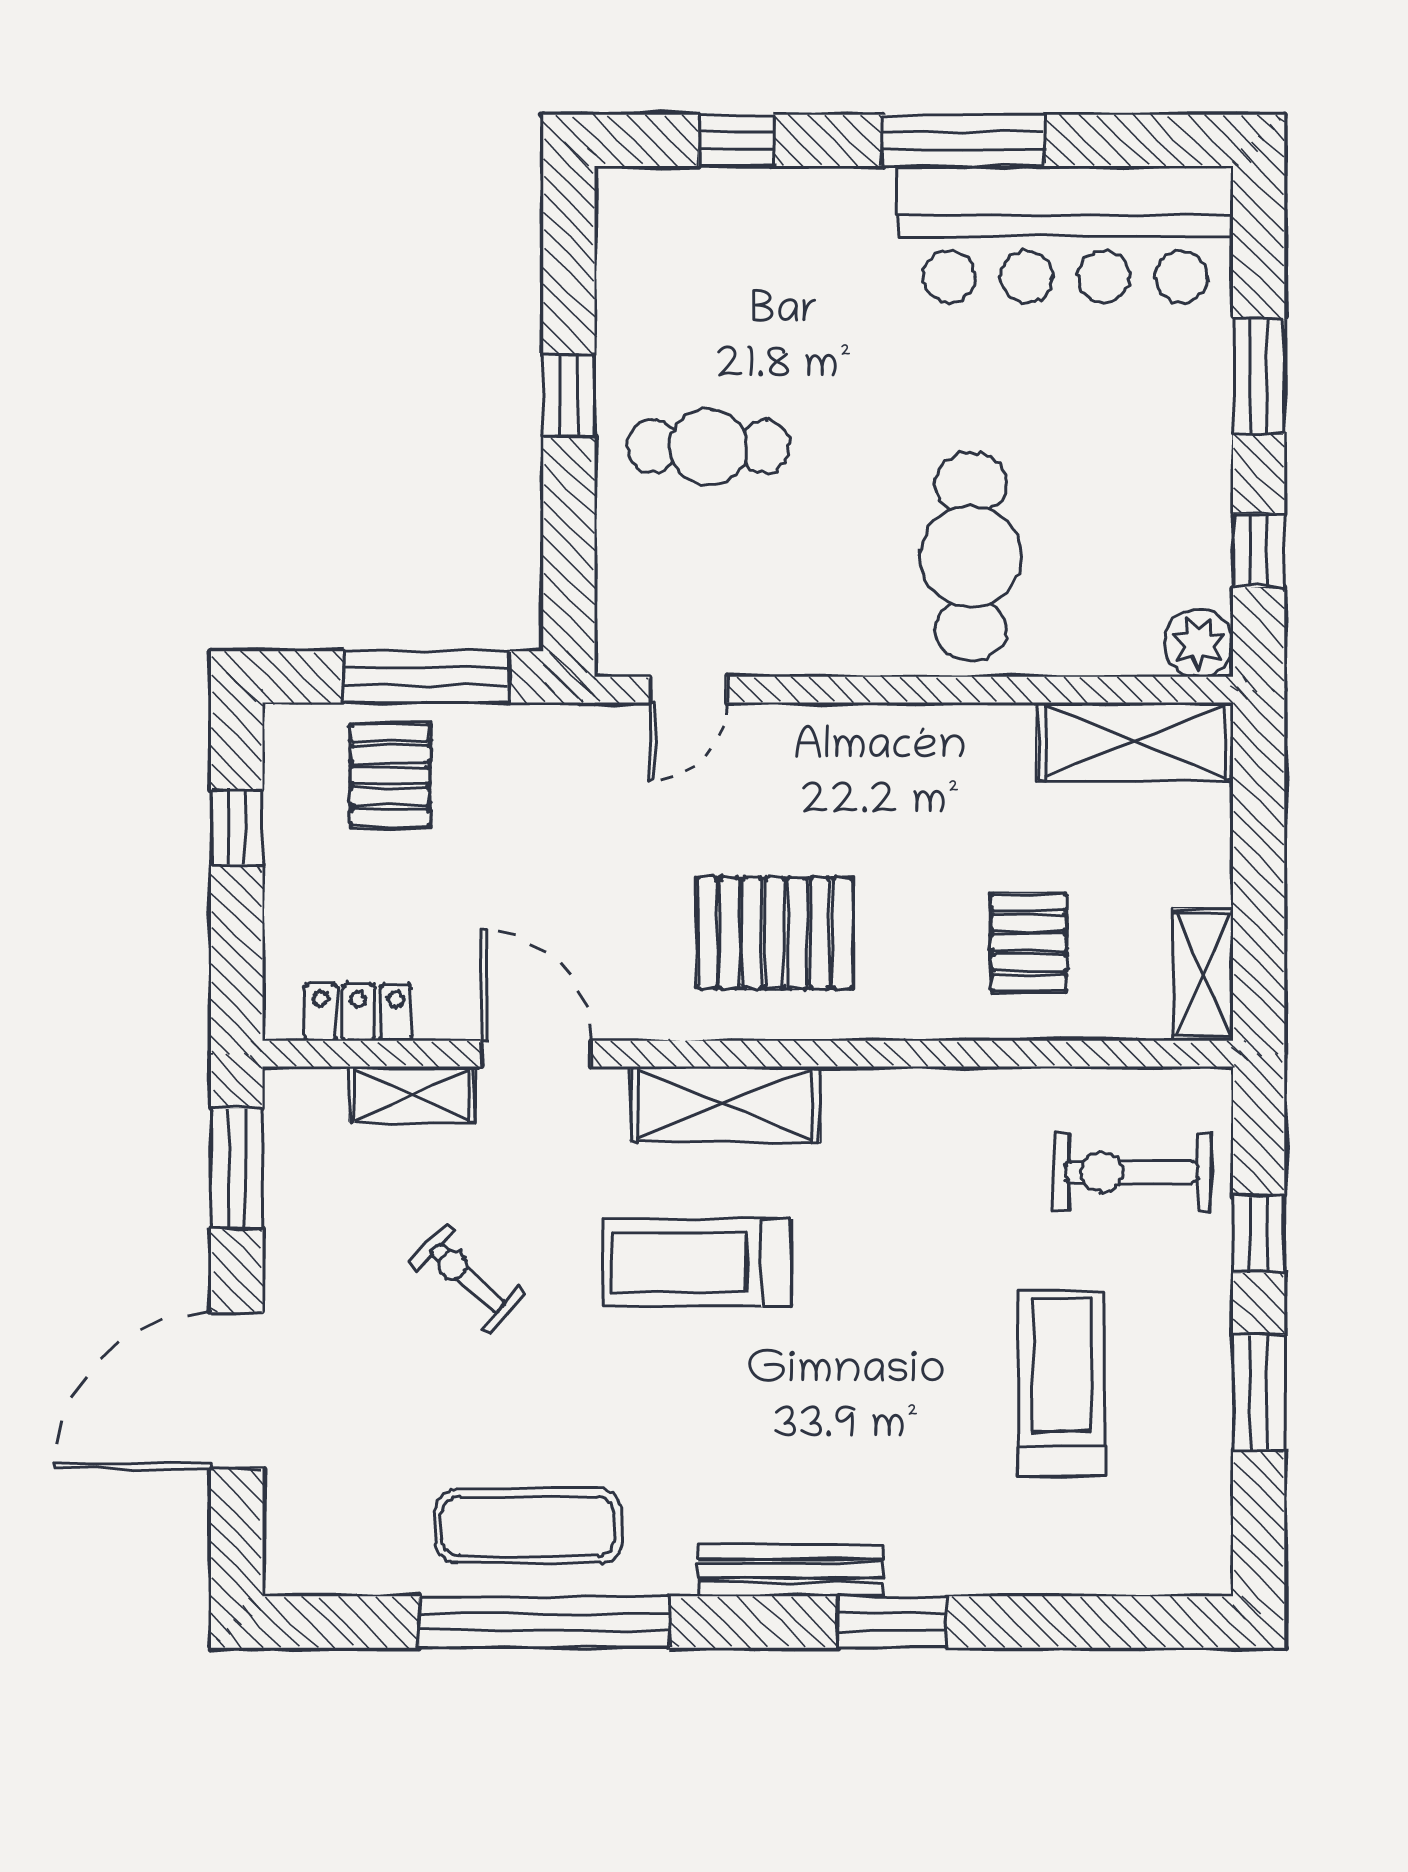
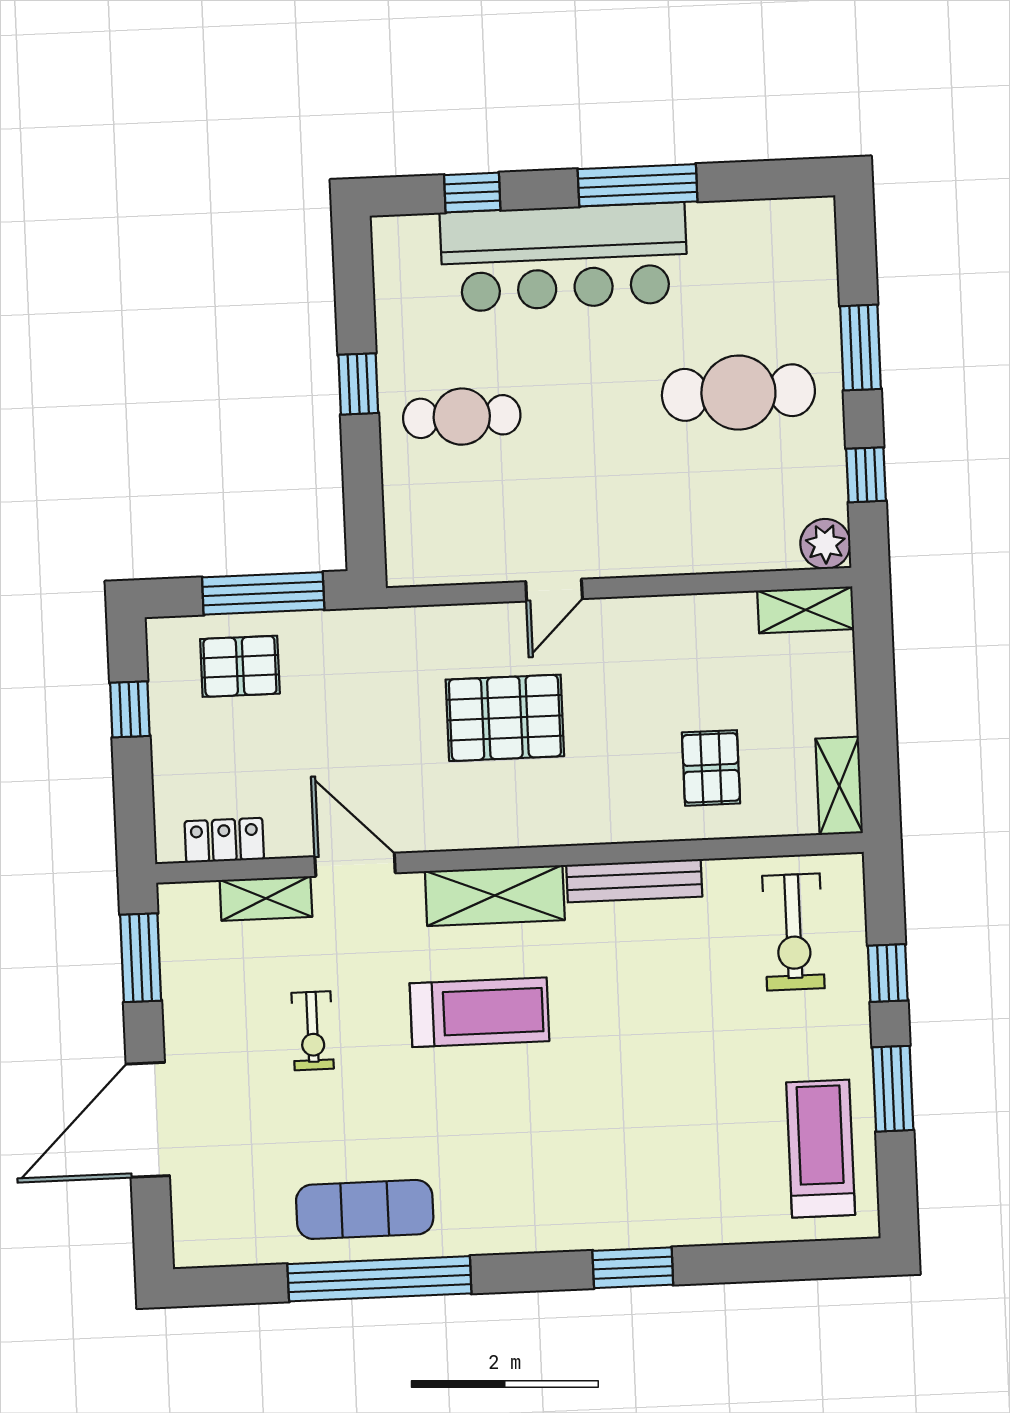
bar counter: (1065, 234) -> (564, 257), moved
cafe table: (971, 557) -> (738, 393), moved, turned 90
door: (688, 690) -> (554, 590), moved
shelving: (1135, 742) -> (806, 610), width x0.67, depth x0.75
pallet: (390, 775) -> (240, 666), turned 90
pallet: (775, 933) -> (505, 718), moved
exercise bike: (1132, 1172) -> (793, 932), turned -90
treadmill: (697, 1263) -> (479, 1012), turned 180
exercise bike: (468, 1278) -> (313, 1031), turned -132
treadmill: (1062, 1383) -> (821, 1149), moved
bench: (791, 1571) -> (634, 881), moved

